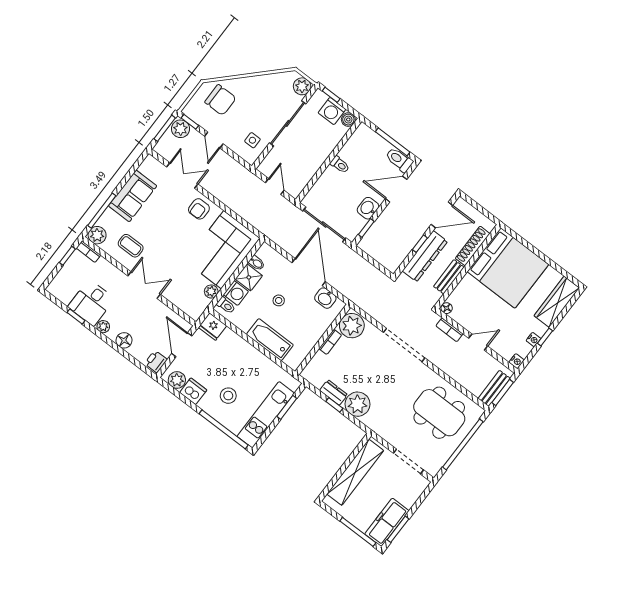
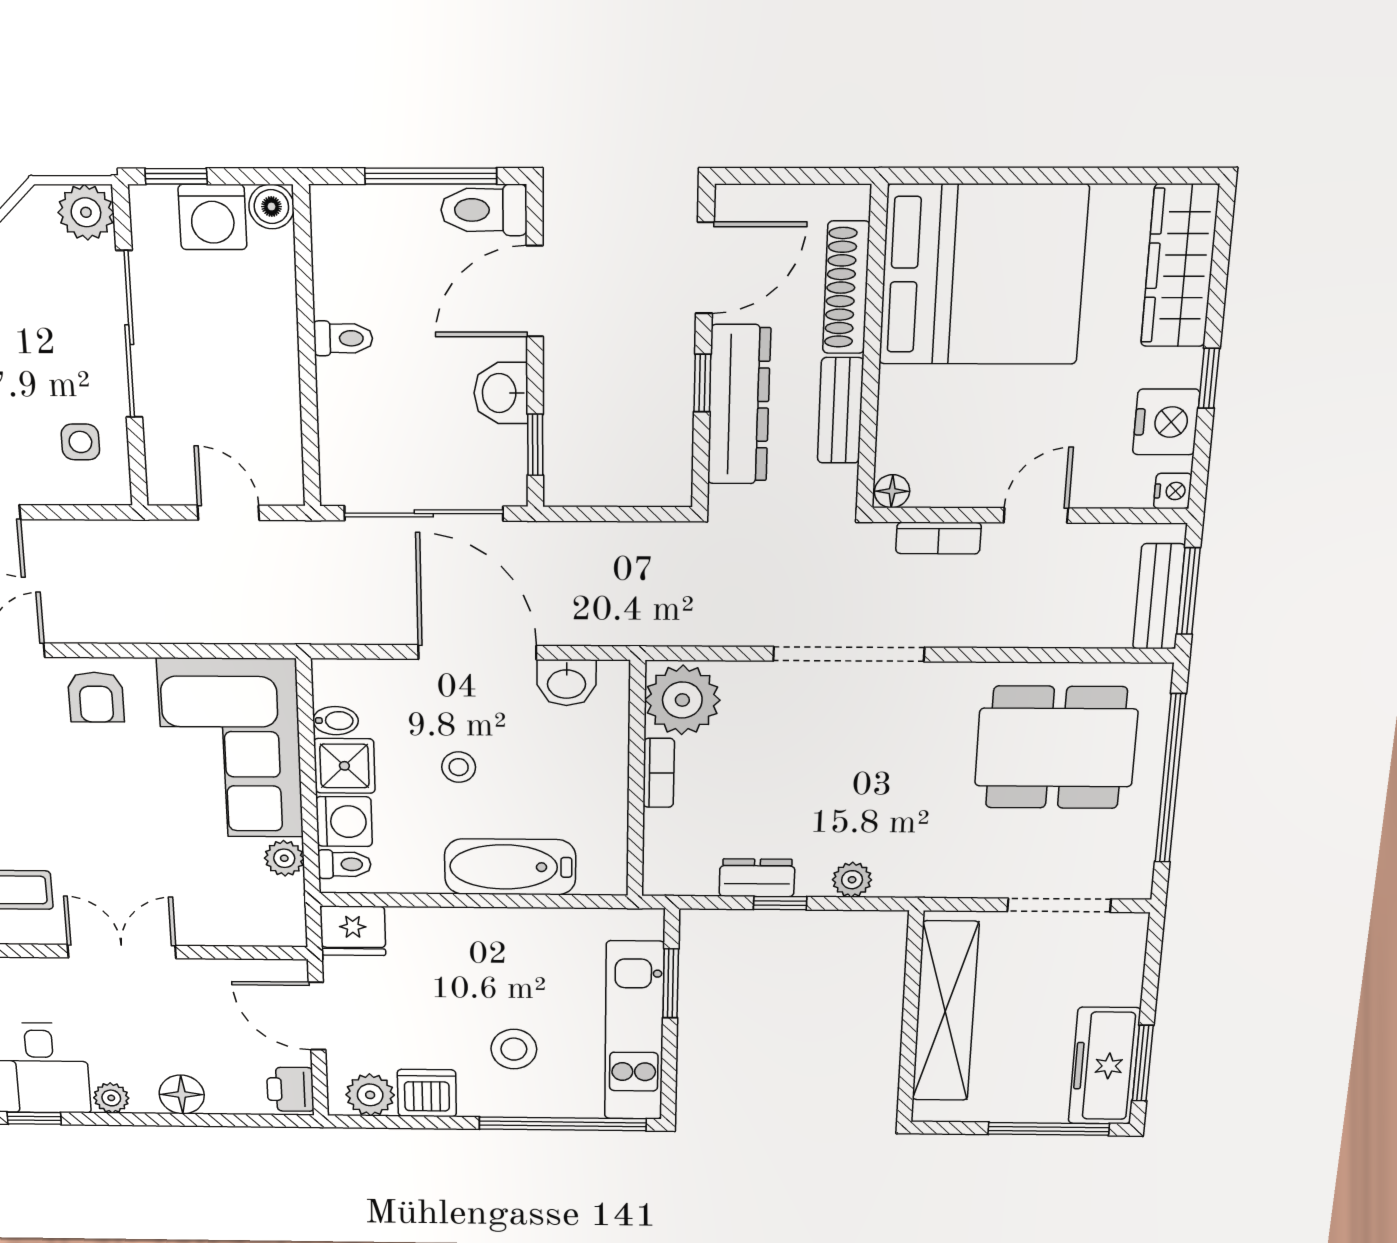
nightstand: (533, 340) -> (1166, 422), width x1.89, depth x1.79
plant: (357, 404) -> (852, 880), width x0.53, depth x0.53

